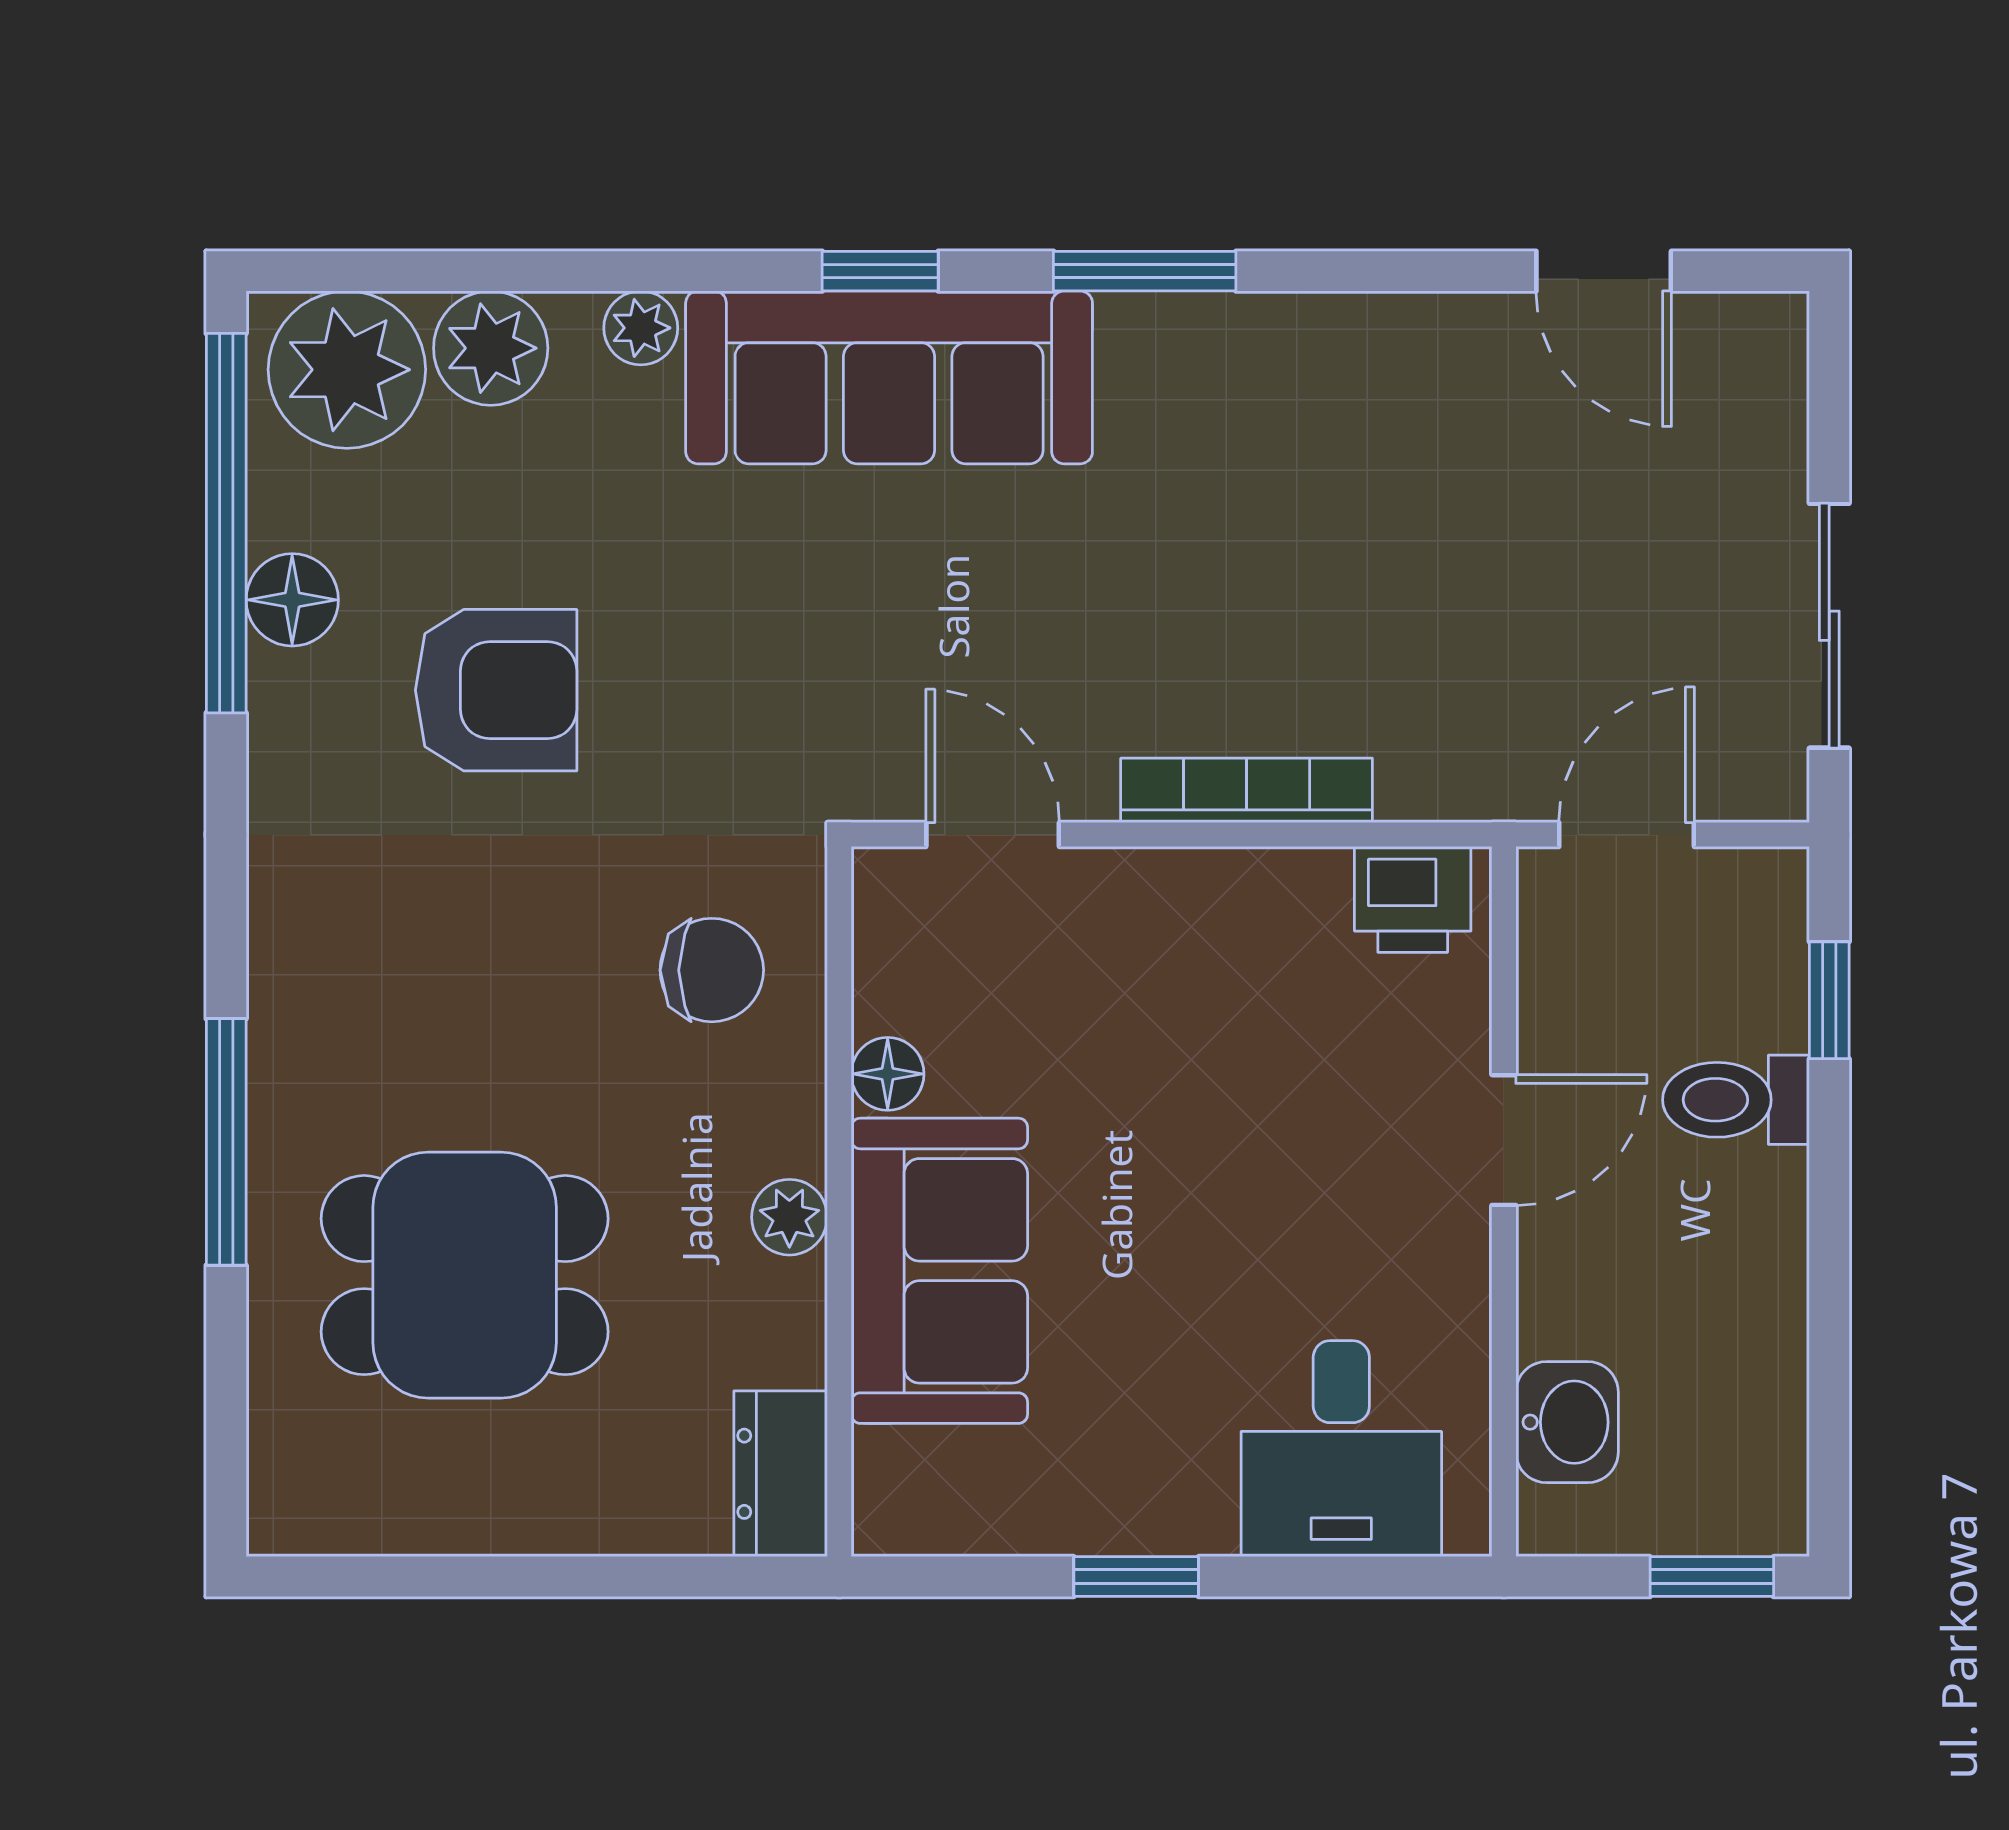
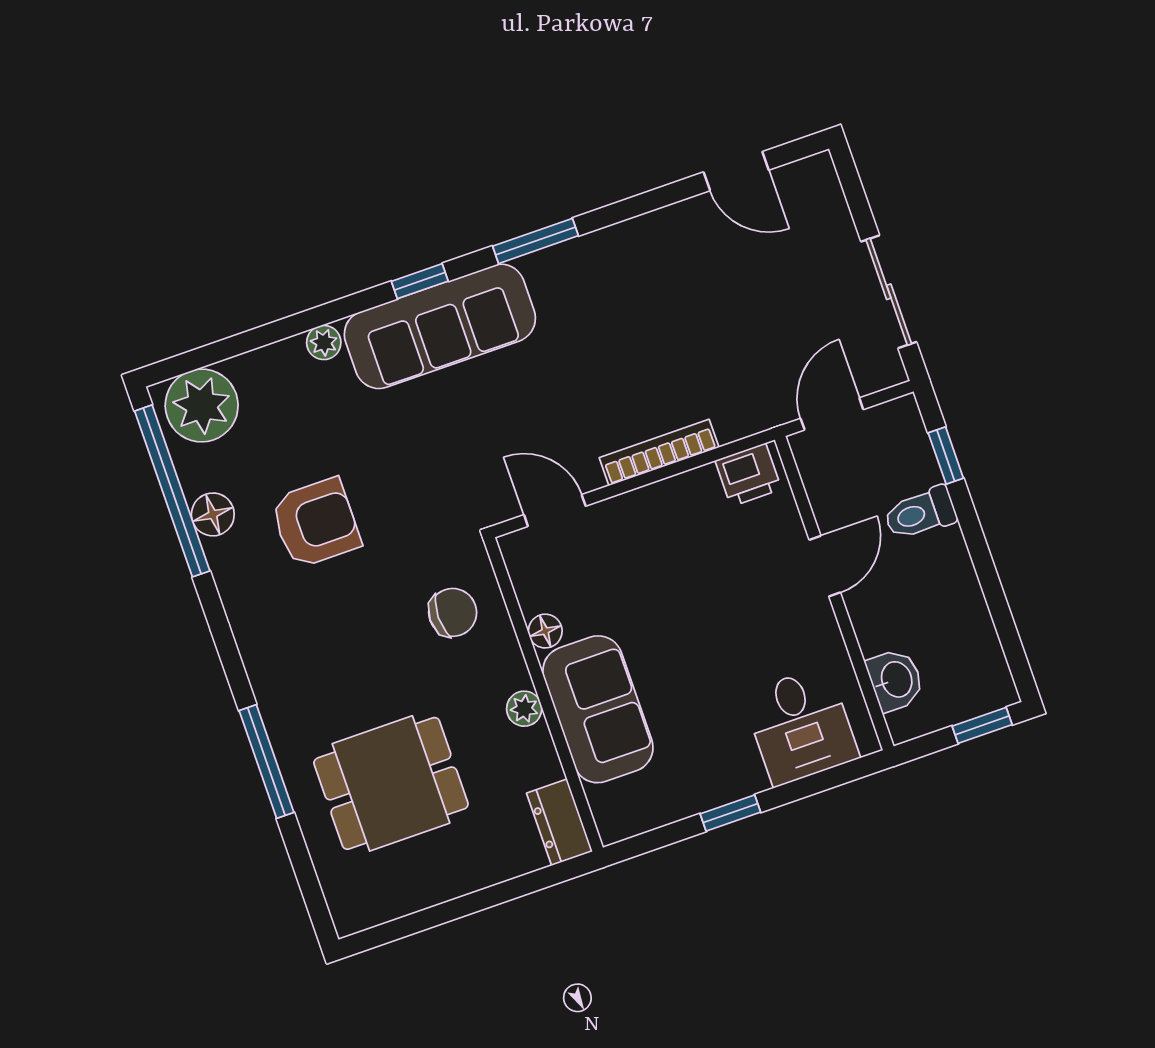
plant: (491, 348) -> (261, 374), removed

